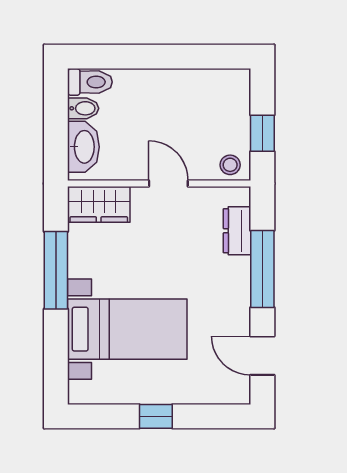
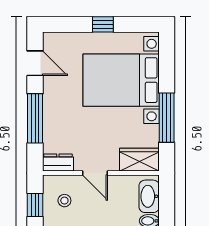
stool: (230, 165) -> (64, 201), moved
dresser: (237, 231) -> (58, 162), moved, turned -90
bed with nightstands: (127, 329) -> (121, 80), width x1.36

